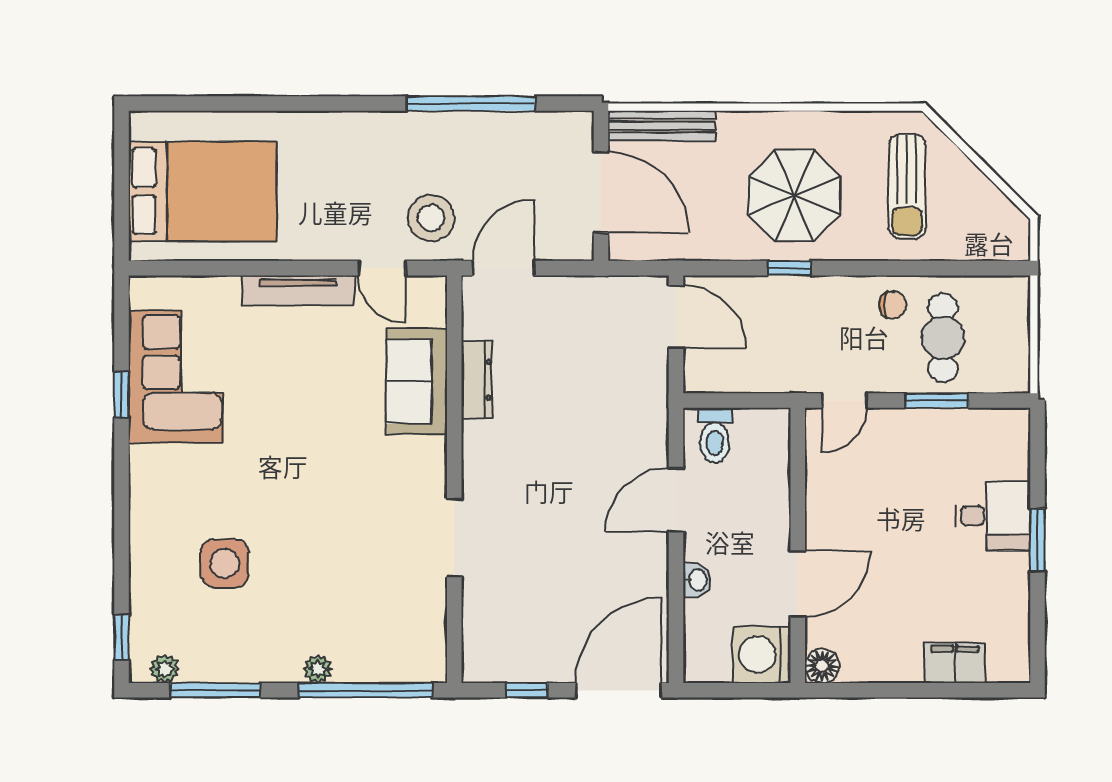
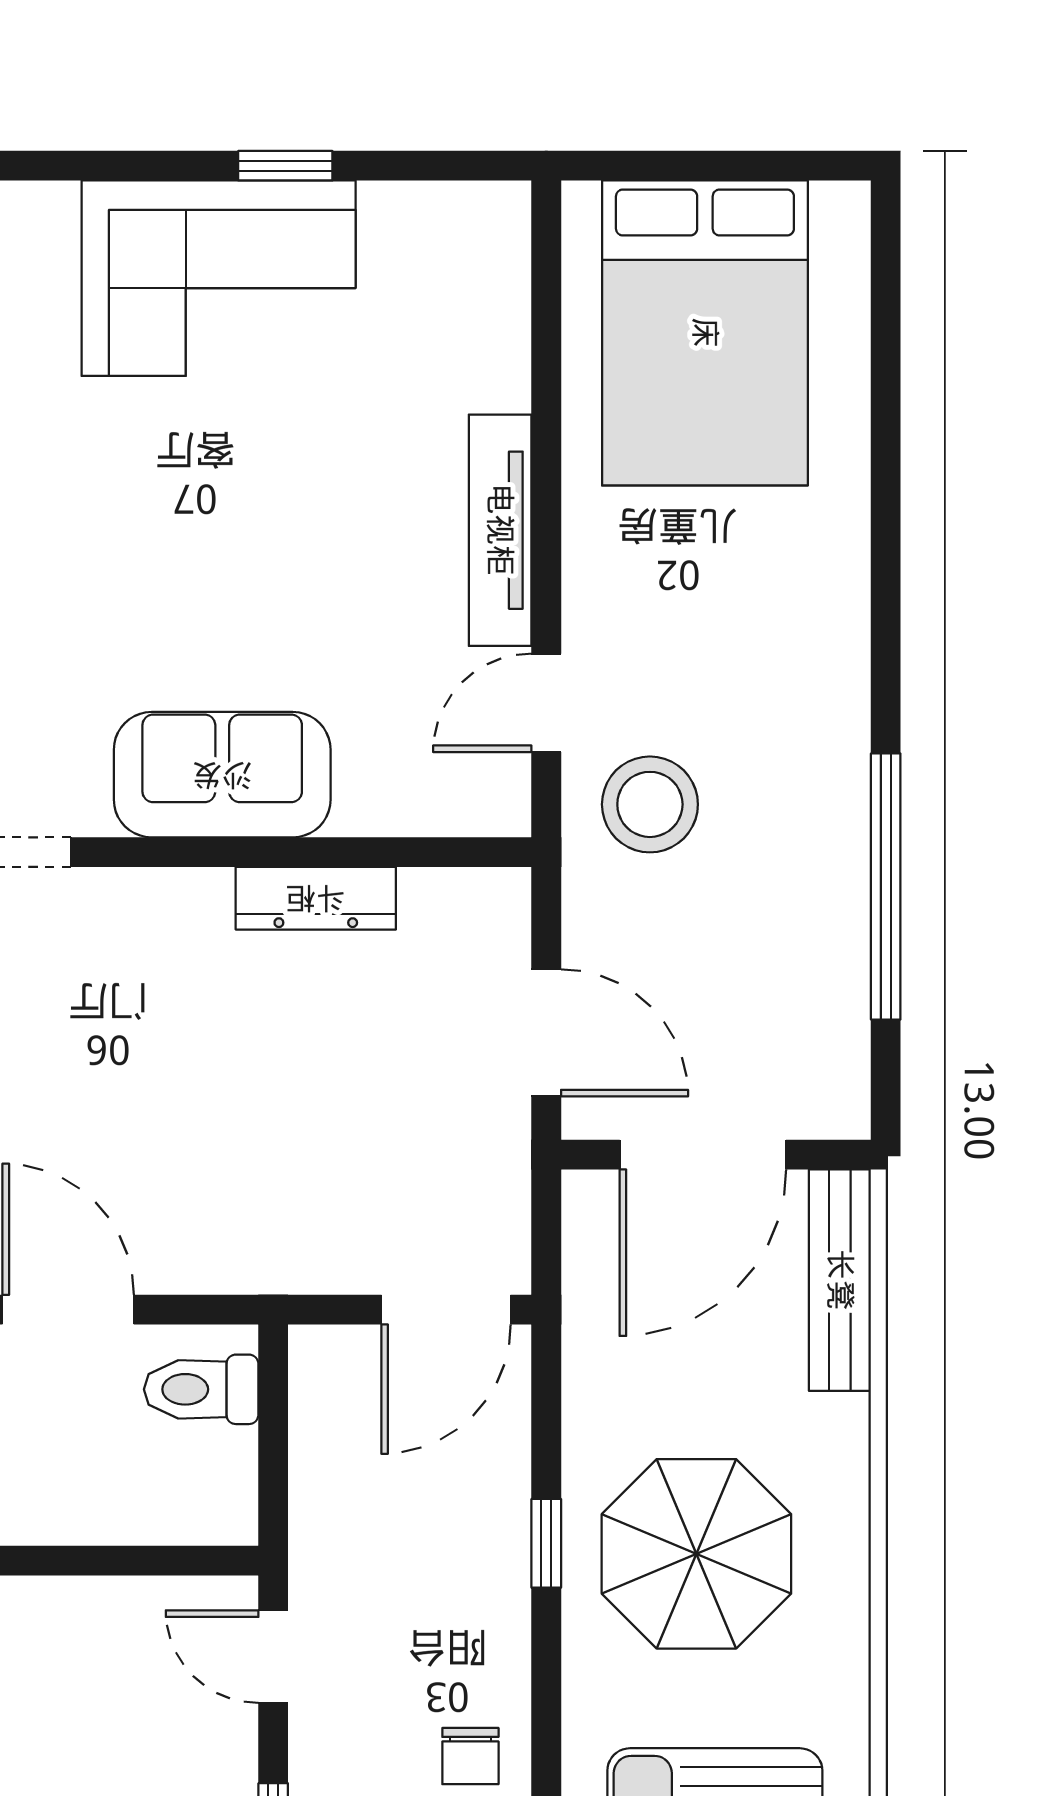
door: (504, 268) -> (546, 1033), moved
corner sofa: (176, 377) -> (219, 278), moved
sofa: (417, 381) -> (222, 775), moved

